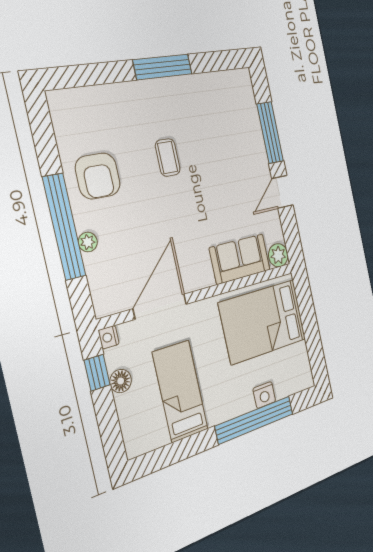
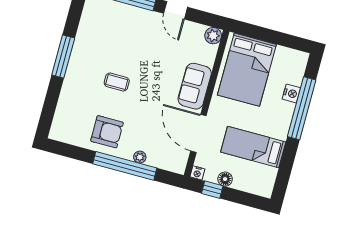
sofa: (240, 259) -> (195, 86), moved

